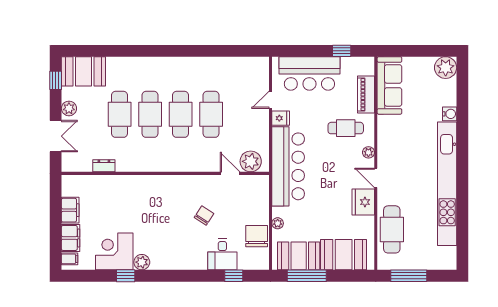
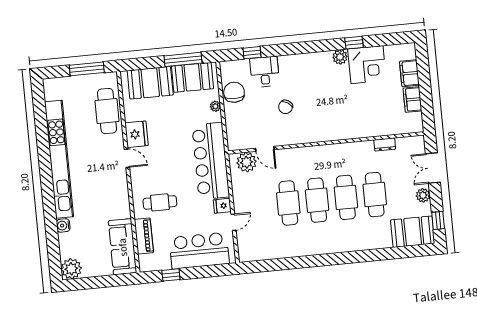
plant: (368, 152) -> (136, 182), removed
chair: (257, 236) -> (234, 92), turned 180
filing cabinet: (70, 259) -> (408, 53), removed

